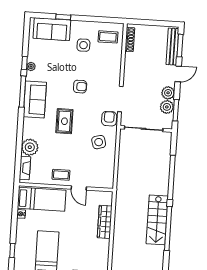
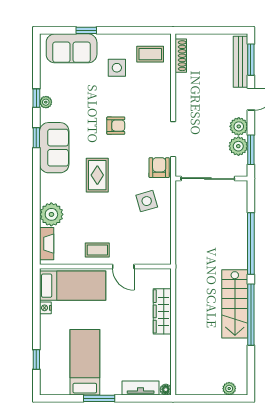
window: (23, 92) -> (36, 138), width x0.46

